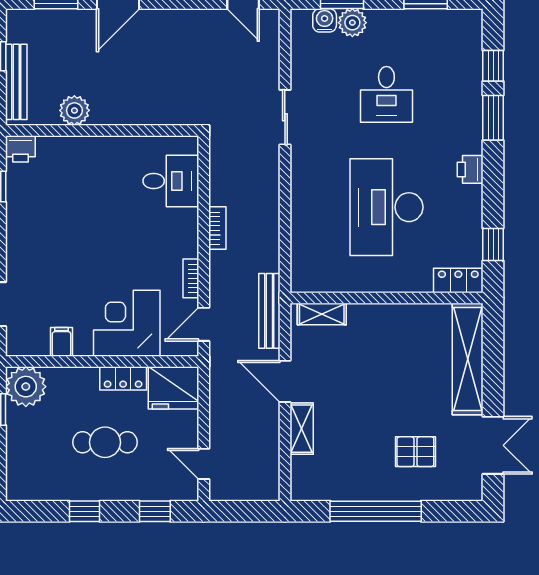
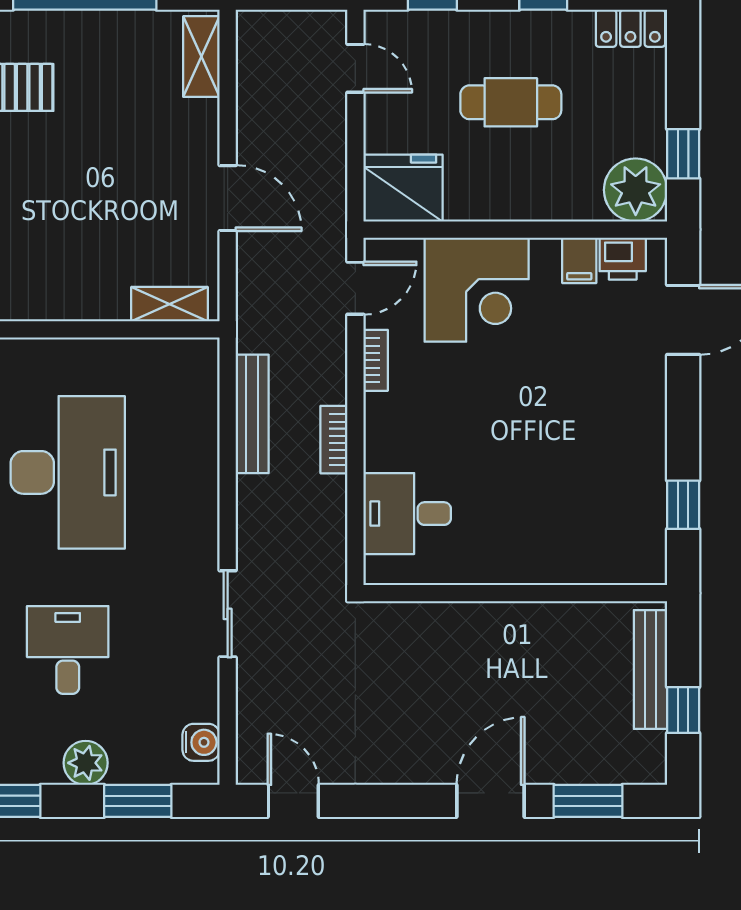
water cooler: (325, 20) -> (201, 742), moved, turned -90
plant: (352, 23) -> (86, 763), moved
plant: (74, 110) -> (559, 625), removed
printer: (20, 149) -> (623, 259), moved, turned 180
bench: (269, 311) -> (252, 414), moved
locker: (123, 378) -> (630, 28), moved, turned 180
shelving: (302, 429) -> (201, 57), moved

